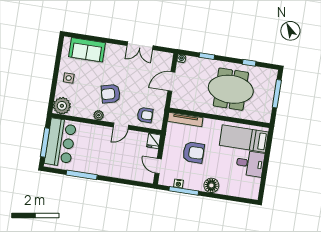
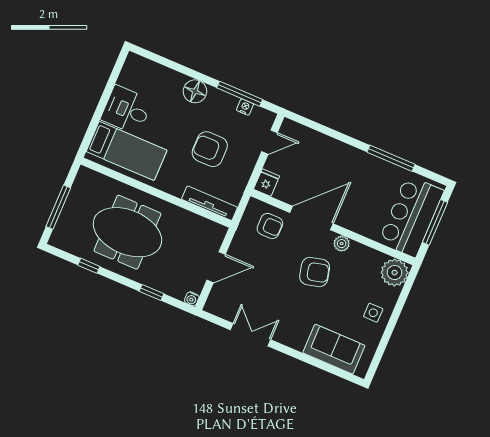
armchair: (145, 115) -> (270, 226), turned 180
door: (121, 126) -> (311, 218), width x1.88
door: (158, 166) -> (269, 142), hinge flipped

